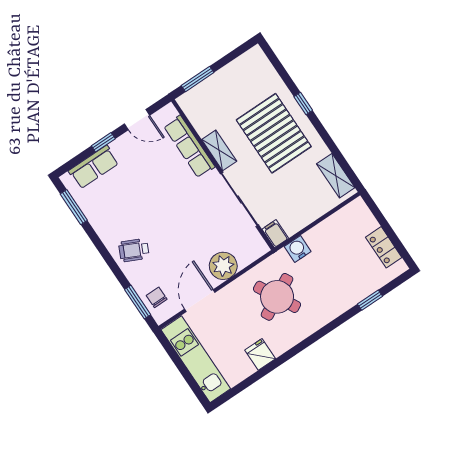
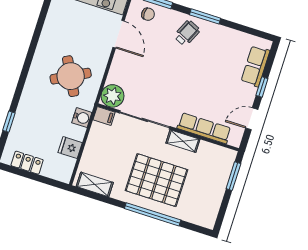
window: (303, 104) -> (153, 214), width x3.17
window: (74, 207) -> (205, 16), moved
plant: (223, 266) -> (113, 96), moved
fridge: (260, 354) -> (70, 148), moved, turned 180

